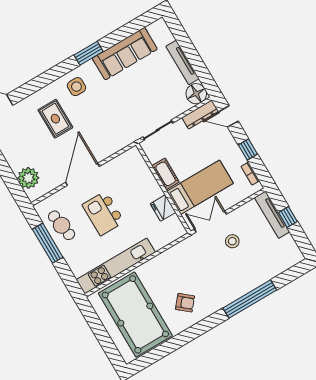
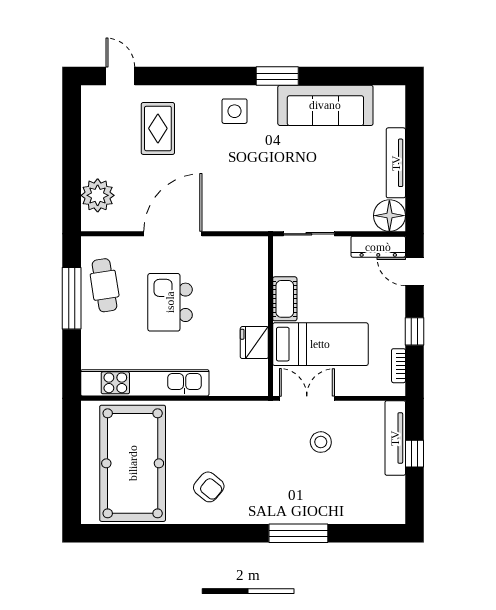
rug: (55, 119) -> (158, 128), moved
window: (250, 299) -> (298, 533), width x0.68

